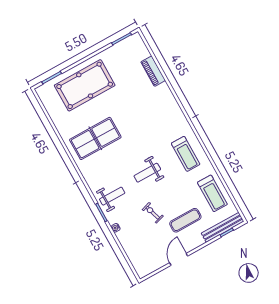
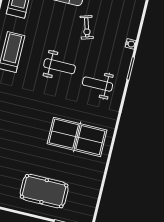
pool table: (85, 85) -> (44, 191), width x0.73, depth x0.76
weight bench: (112, 196) -> (97, 84), moved

